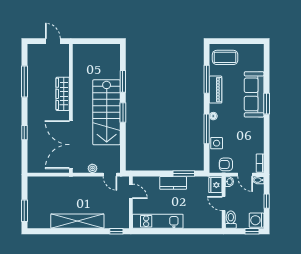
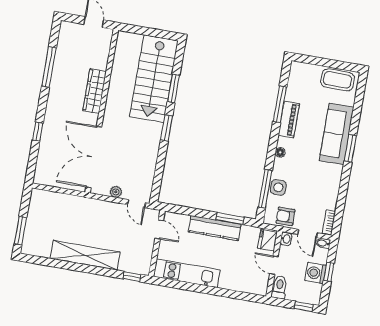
coffee table: (225, 57) -> (338, 80), moved
stairs: (107, 112) -> (154, 79), moved
window: (207, 129) -> (265, 189), moved
kitchen counter: (173, 183) -> (215, 228), width x1.50
washing machine: (257, 220) -> (316, 273), moved

